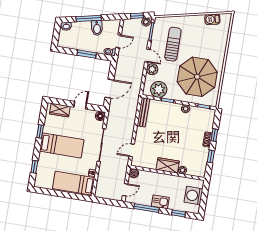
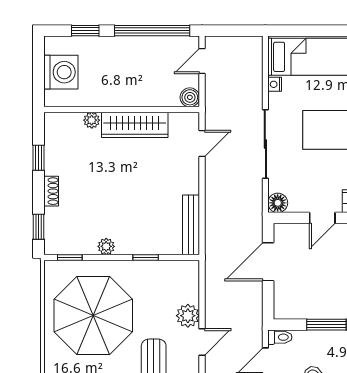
door: (147, 56) -> (202, 342), swing flipped
plant: (159, 89) -> (167, 277), removed
window: (214, 135) -> (38, 227), moved
wardrobe: (168, 165) -> (135, 125), width x1.50
kitchen sink: (160, 202) -> (126, 48), removed
window: (147, 208) -> (152, 31), width x1.46

